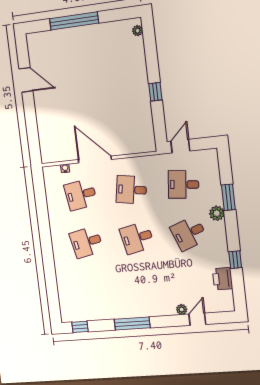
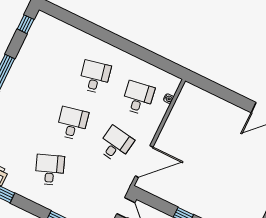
door: (95, 160) -> (144, 162), moved
desk: (183, 184) -> (93, 191), removed
plant: (217, 213) -> (52, 203), removed

